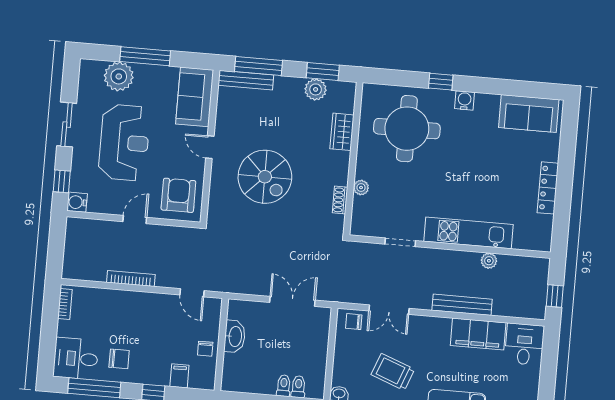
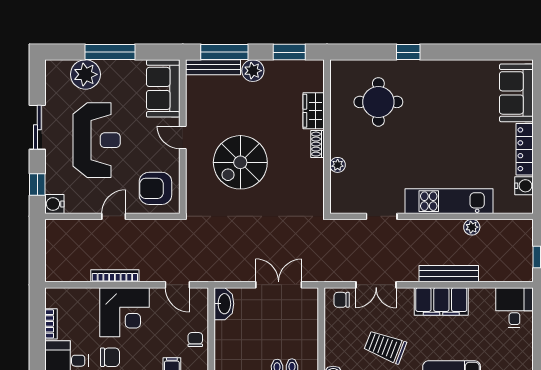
plant: (316, 89) -> (253, 71), moved
water cooler: (464, 100) -> (524, 186), moved, turned 90
sofa: (529, 114) -> (516, 93), moved, turned 90
round table: (407, 129) -> (378, 102), width x0.73, depth x0.73
spiral stairs: (265, 177) -> (240, 162), turned 90
armchair: (178, 195) -> (155, 188), turned -90
shoe rack: (340, 200) -> (318, 144), moved
bookcase: (65, 304) -> (51, 324), moved
corner desk: (137, 316) -> (124, 312), added
filing cabinet: (478, 334) -> (441, 302), moved
washbasin: (235, 336) -> (224, 304), moved
chair: (205, 349) -> (195, 340), turned 180

